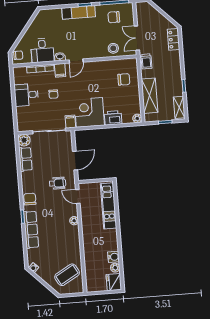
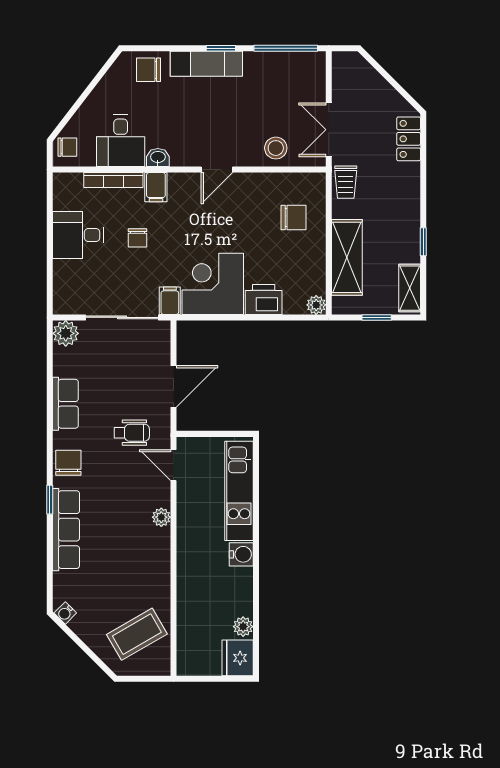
chair: (114, 17) -> (149, 70), moved
door: (76, 61) -> (217, 170), moved
row of seats: (25, 159) -> (65, 404), moved
water cooler: (114, 257) -> (241, 554), moved

